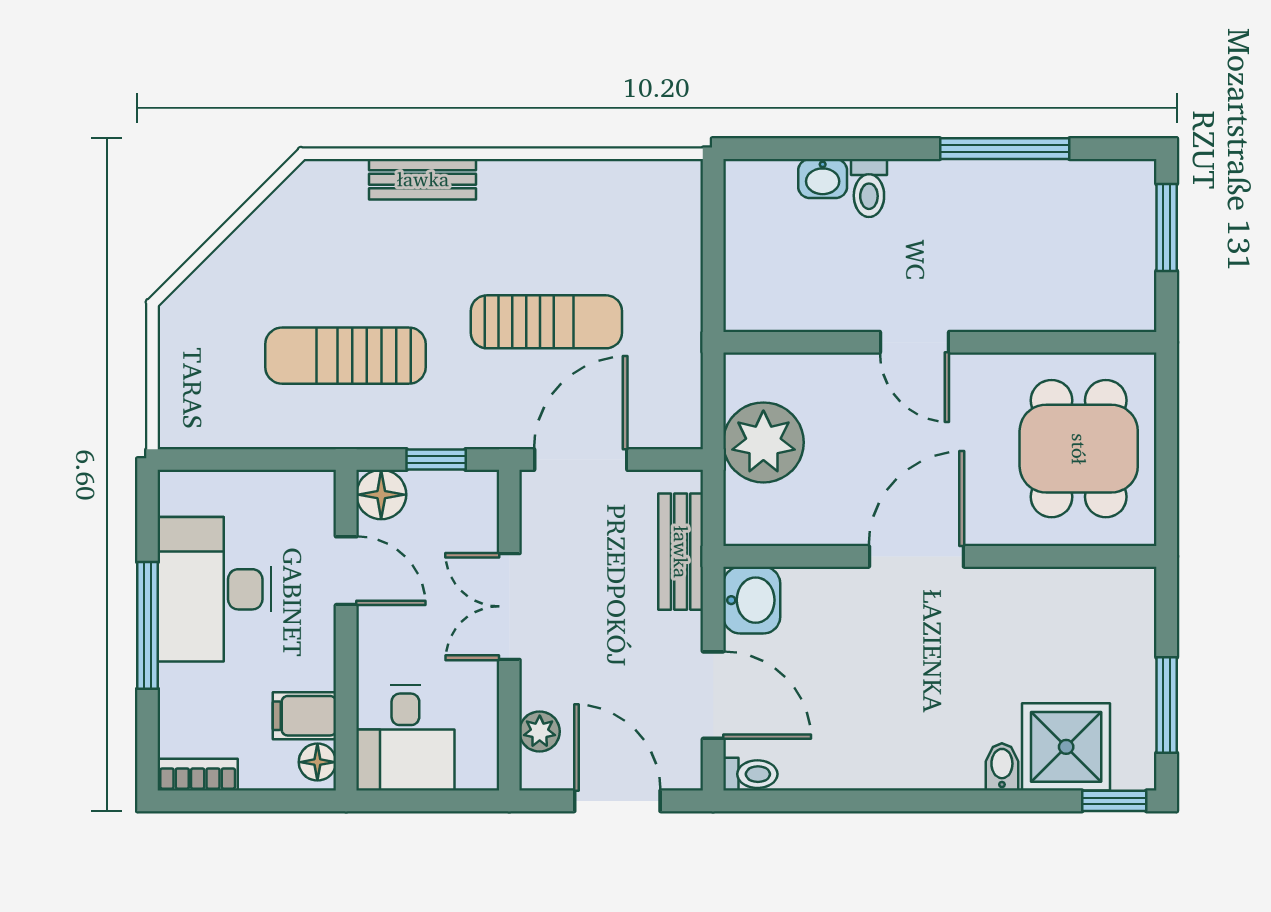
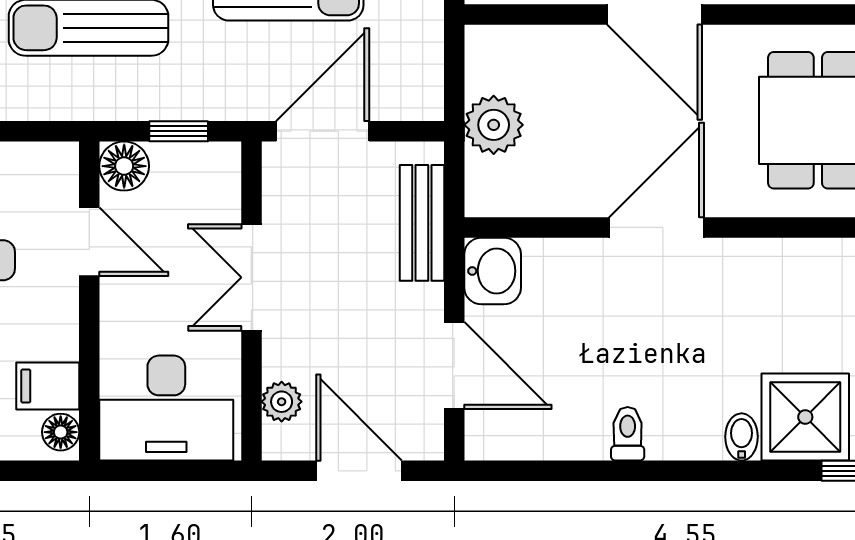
door: (915, 342) -> (655, 15), width x1.38
plant: (763, 442) -> (494, 125), width x0.73, depth x0.73
desk: (405, 738) -> (166, 408), width x1.37
toilet: (750, 774) -> (628, 434), moved, turned -90

